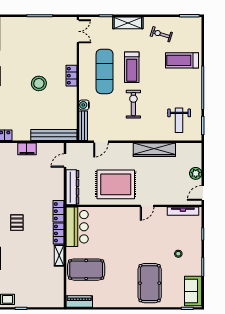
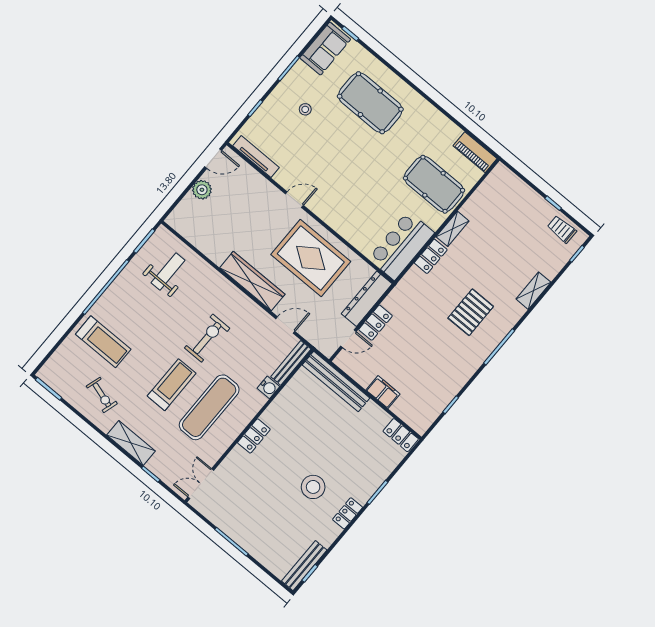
stool: (39, 83) -> (313, 487), moved
exercise bike: (133, 104) -> (207, 338), turned 180
wardrobe: (154, 150) -> (252, 281), moved
locker: (59, 211) -> (375, 323), moved
pallet: (17, 223) -> (471, 312), width x1.50, depth x1.42
pool table: (150, 283) -> (370, 103), turned 90

